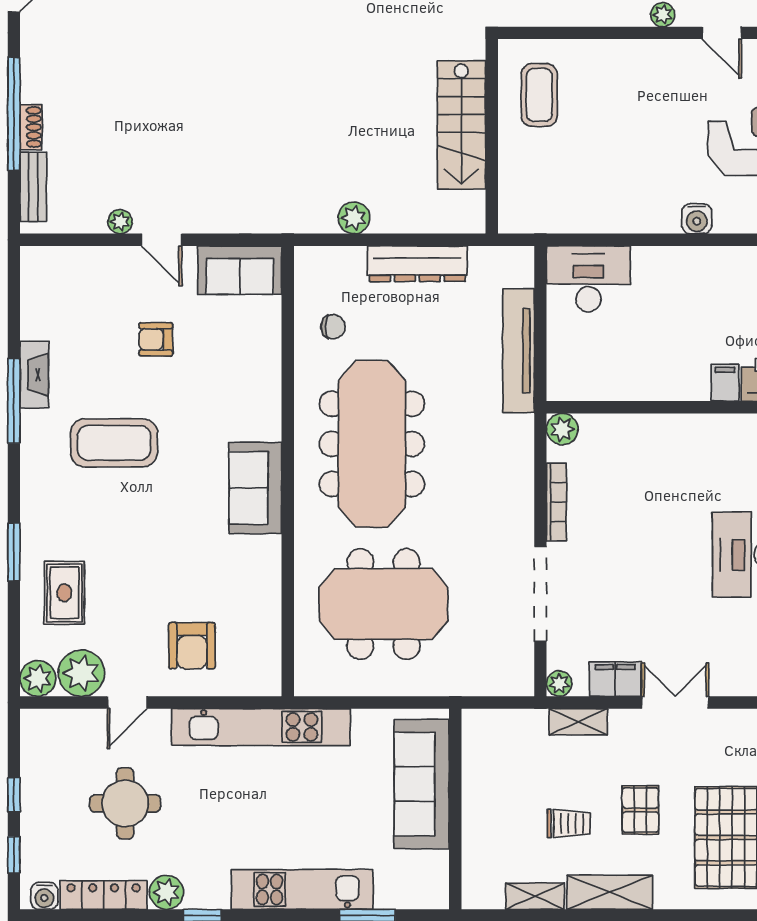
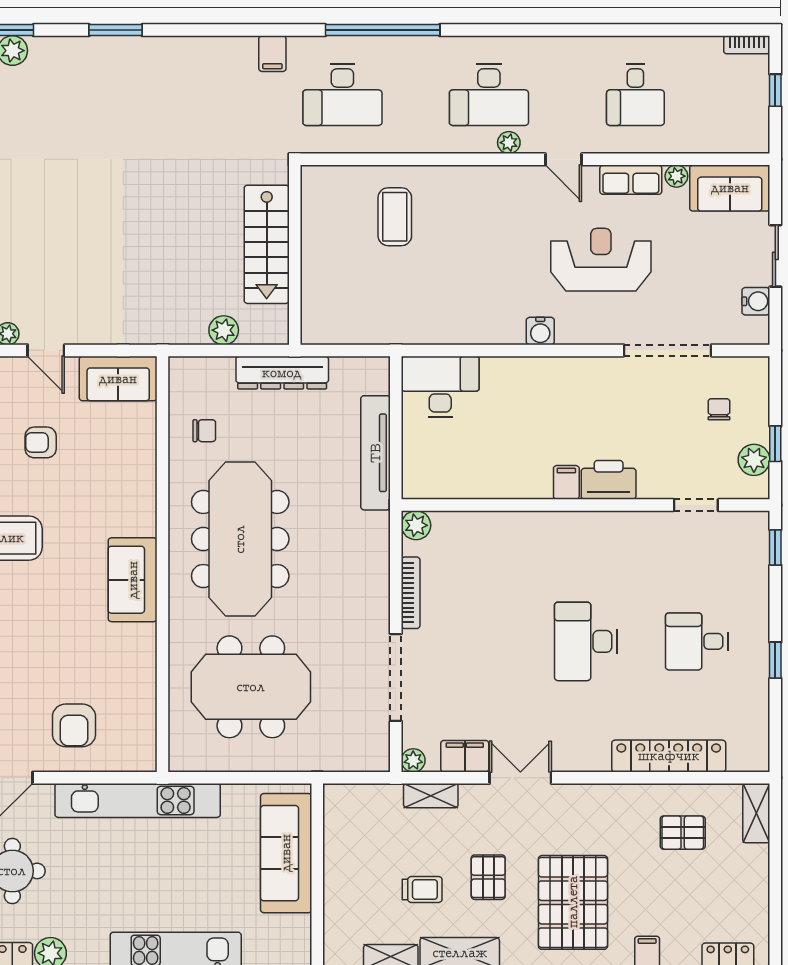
stairs: (461, 125) -> (267, 244), moved
wall: (492, 136) -> (295, 255), moved

